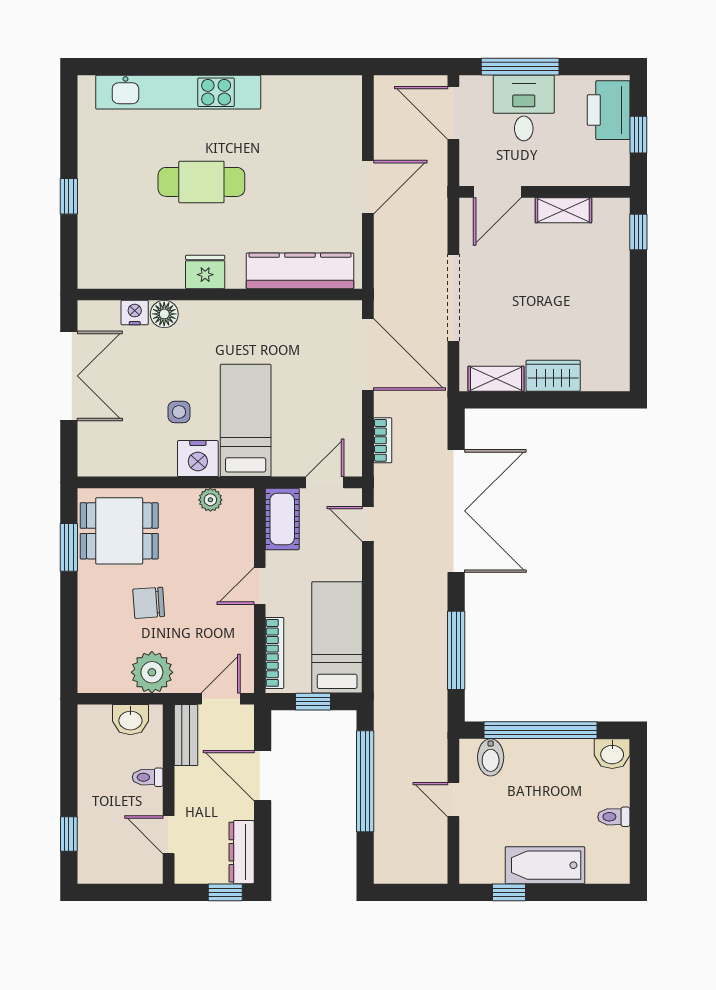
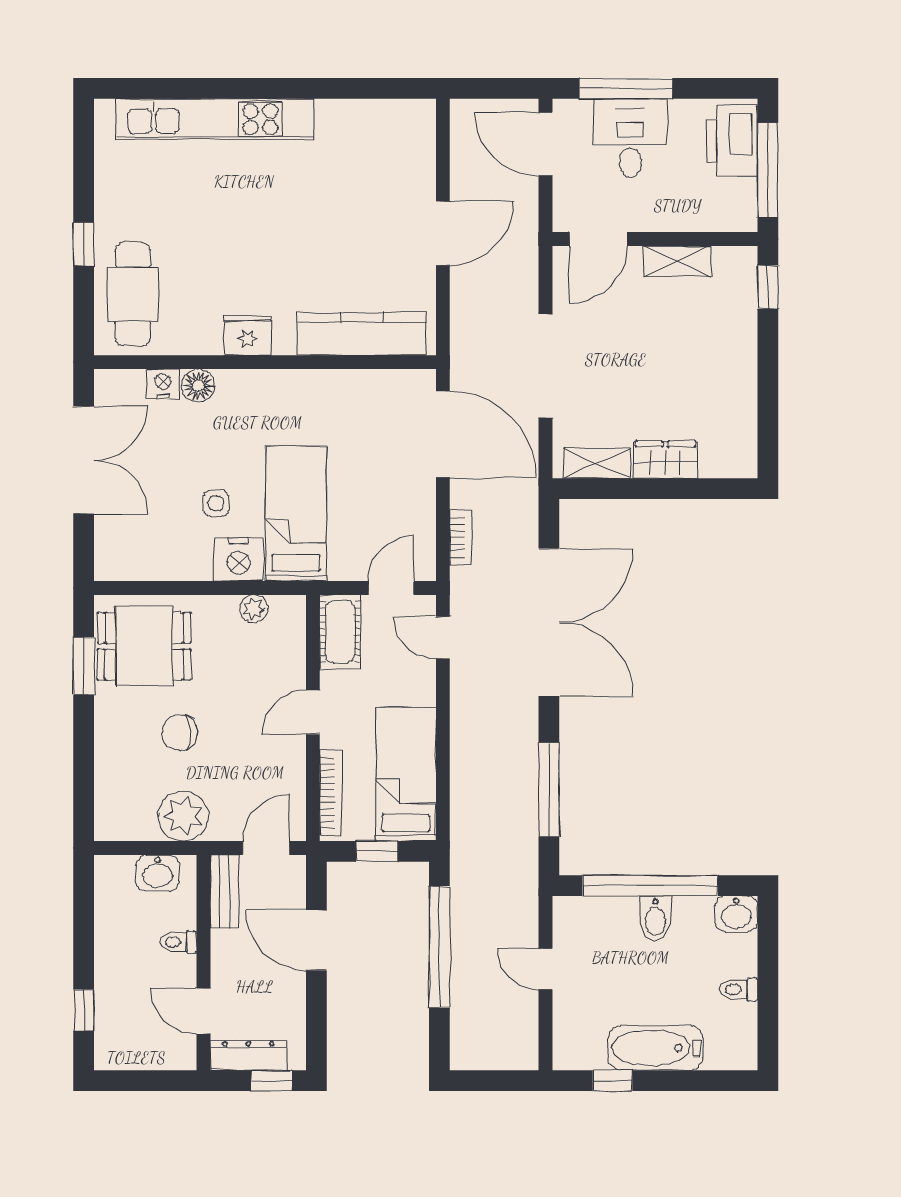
window: (638, 135) -> (768, 170), width x2.17
cafe table: (201, 182) -> (133, 294), moved, turned 90
bidet: (491, 757) -> (655, 918), moved
dresser: (242, 852) -> (248, 1055), moved, turned 90

